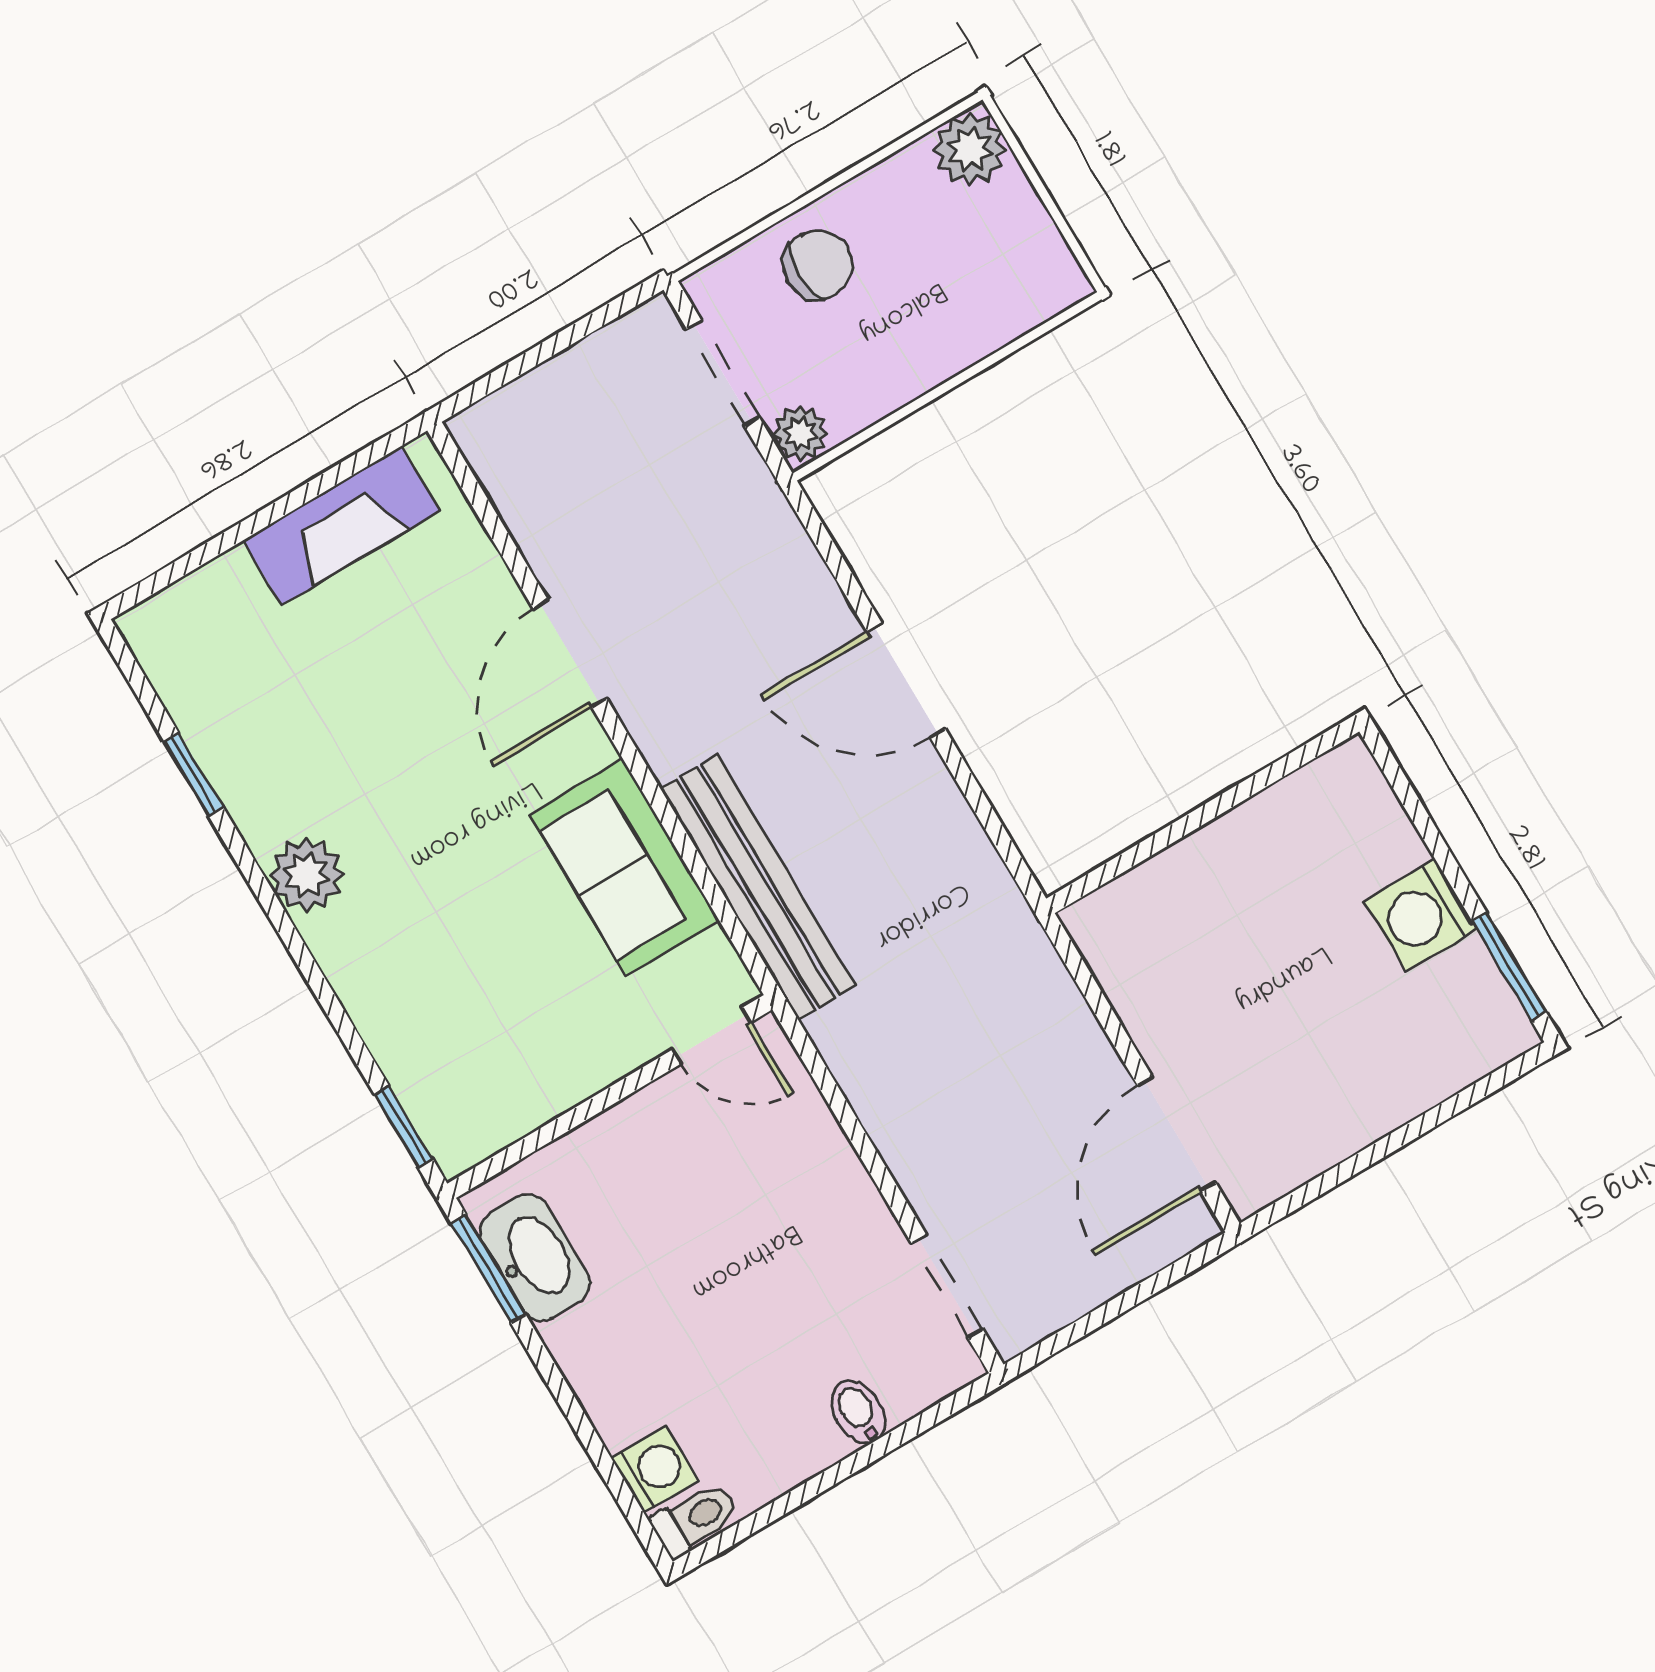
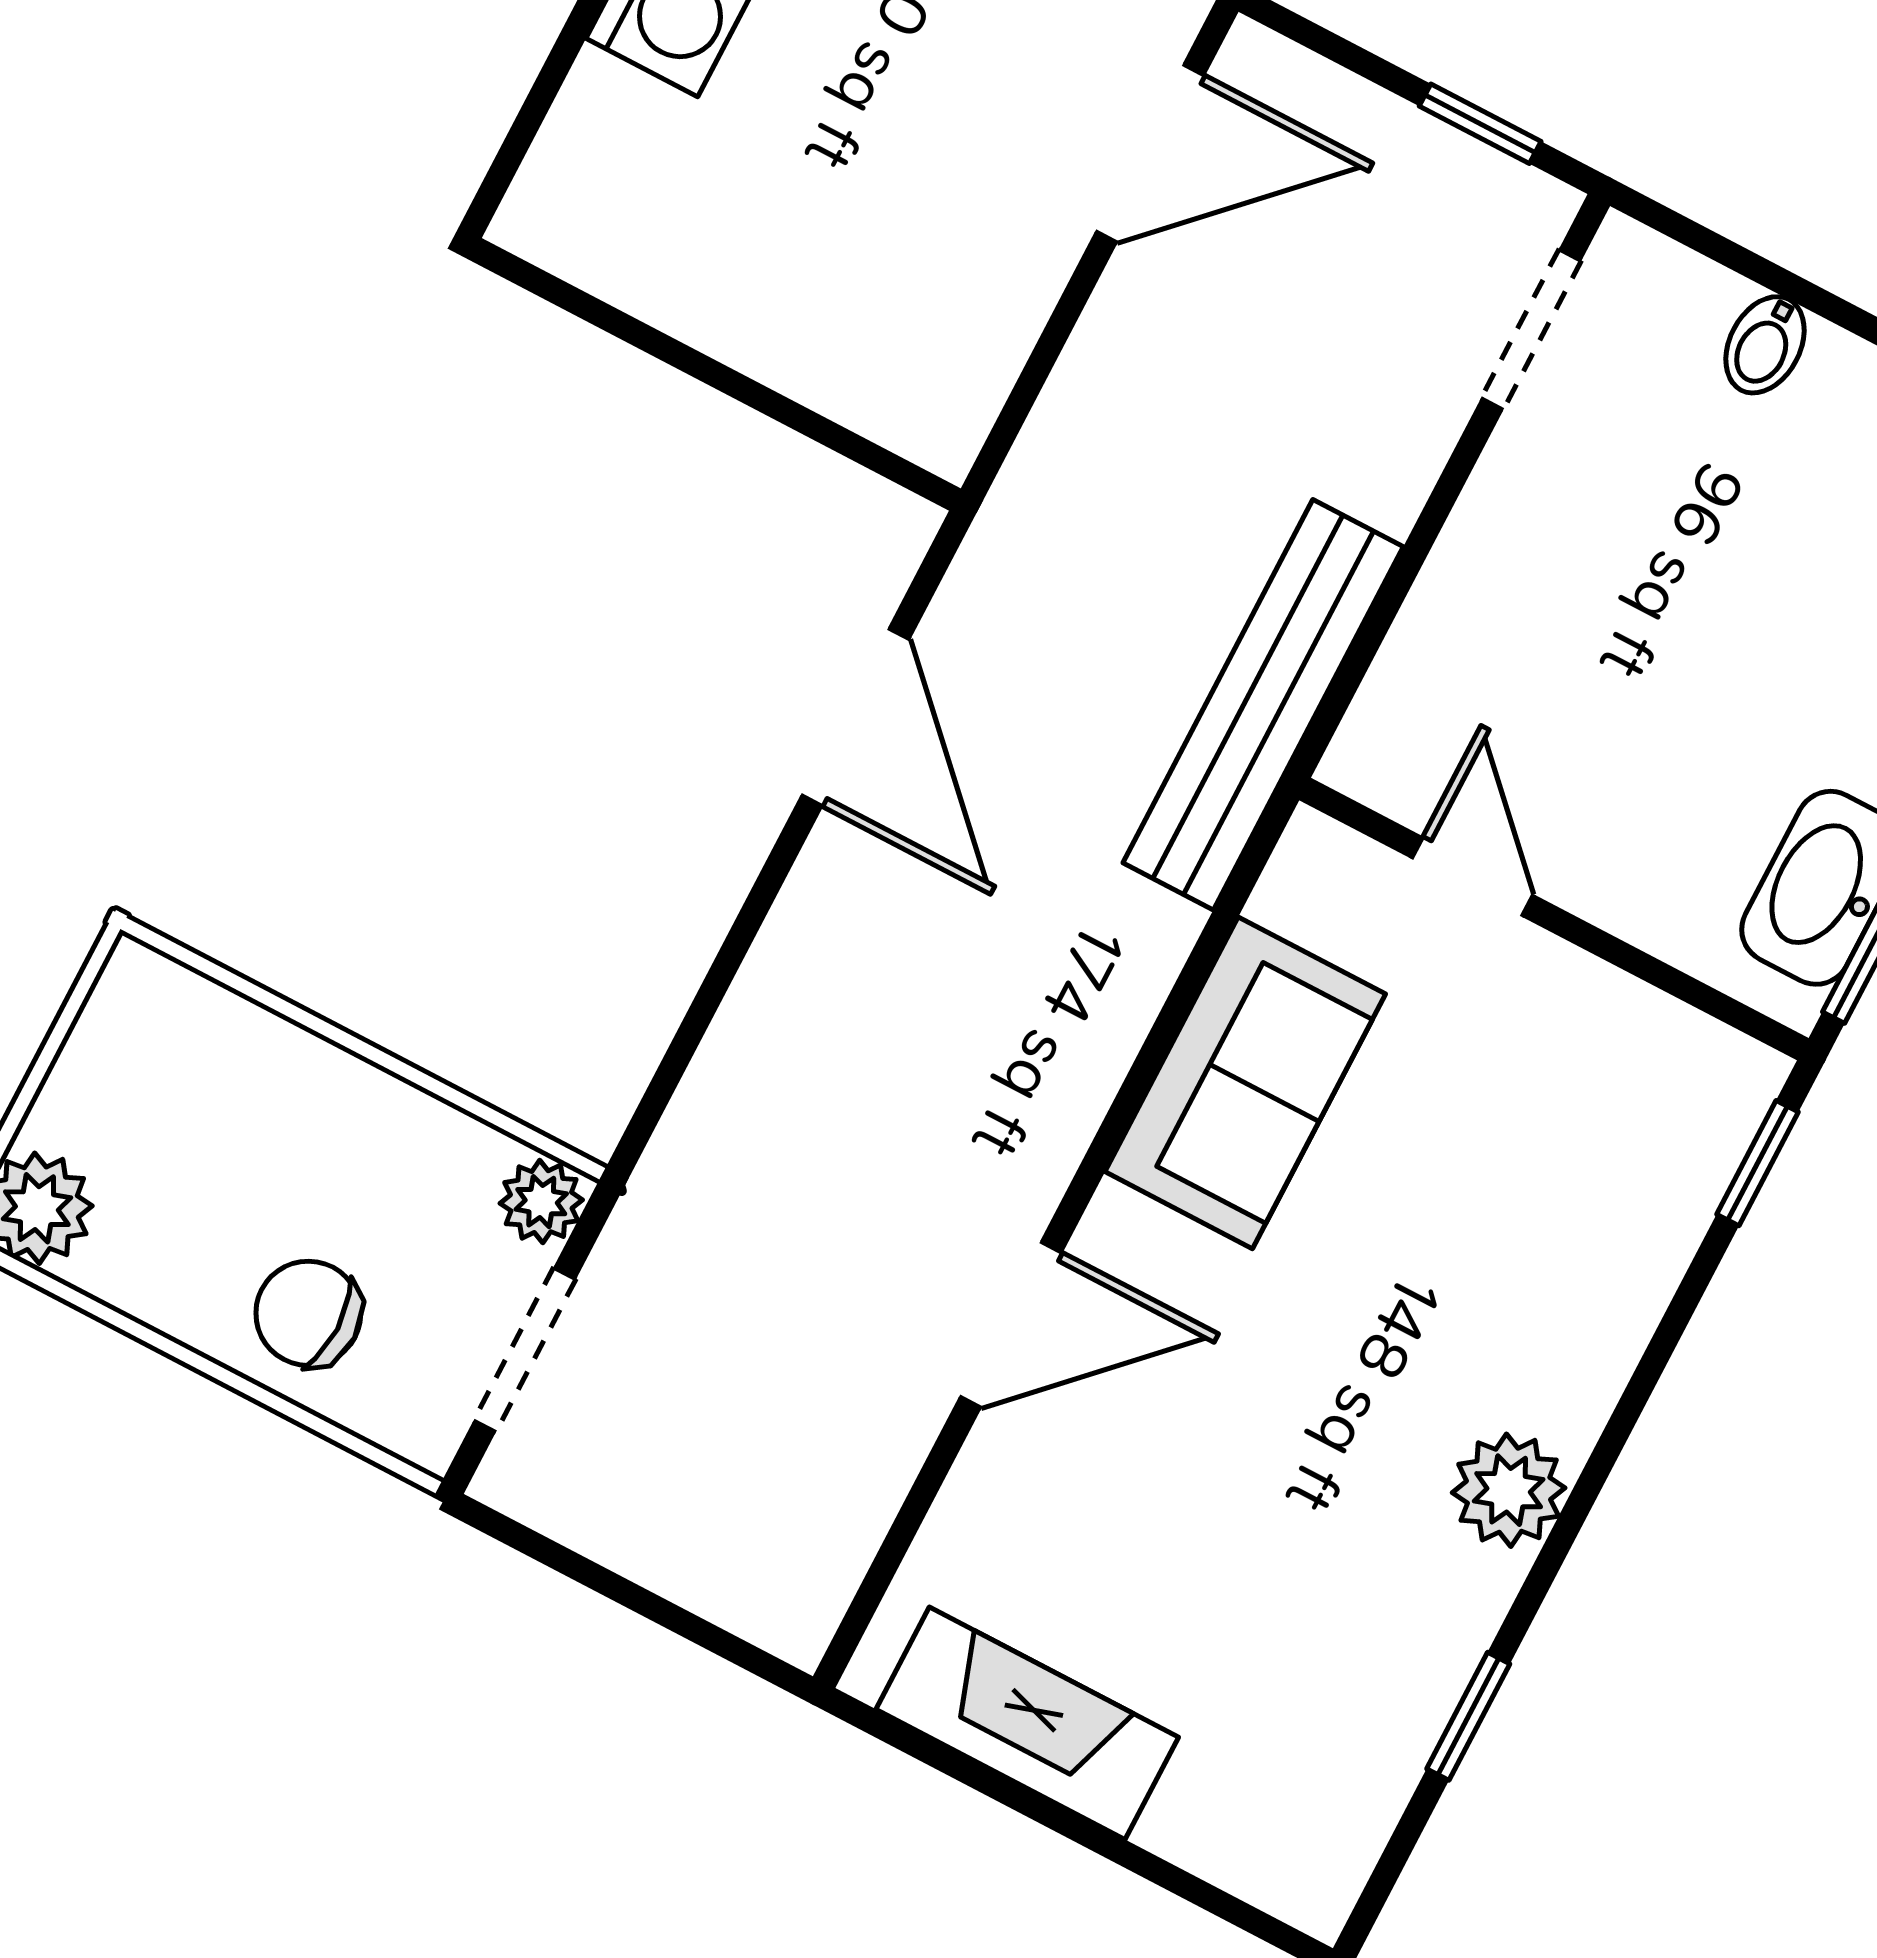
door: (906, 680) -> (855, 717), moved
bench: (758, 887) -> (1263, 705), moved
door: (712, 1036) -> (1473, 877), moved
window: (1080, 1329) -> (1480, 124), added

